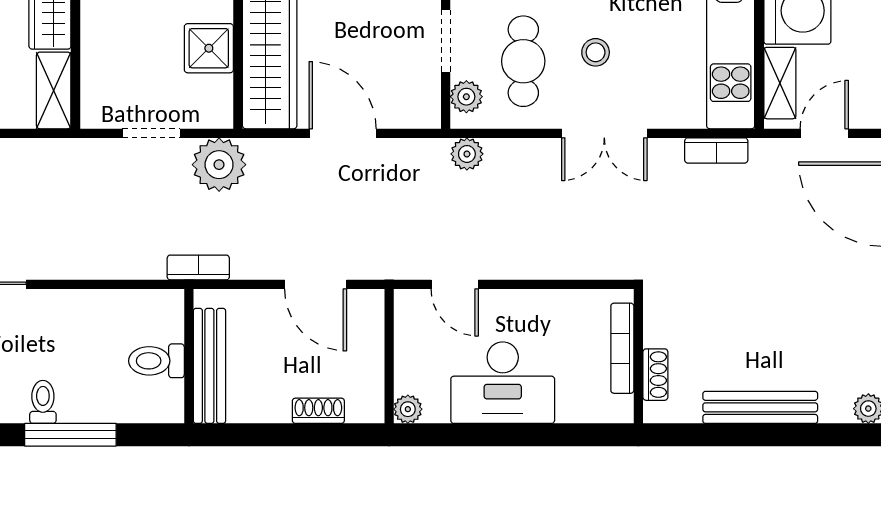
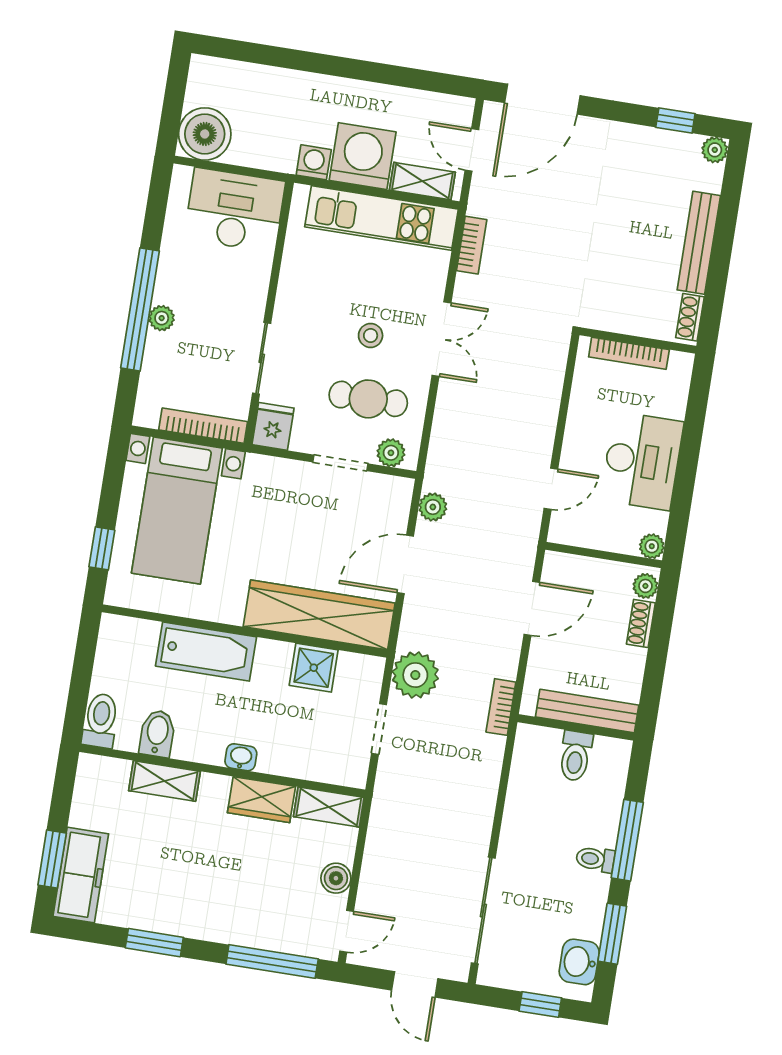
plant: (467, 154) -> (433, 507), moved
shoe rack: (655, 375) -> (690, 317), moved, turned -90
plant: (362, 409) -> (645, 586), added

